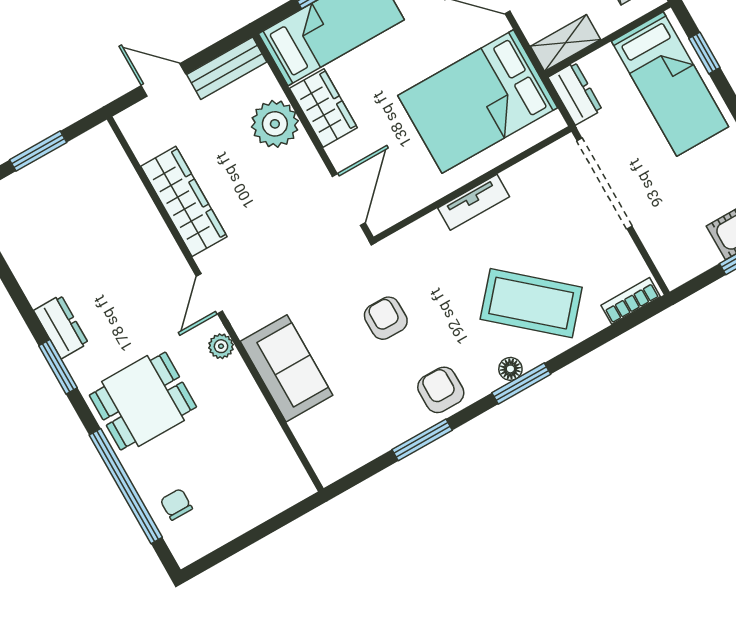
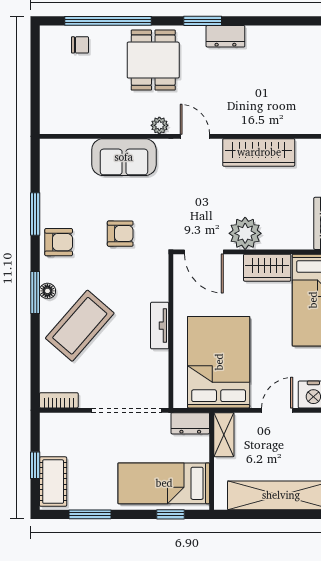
plant: (275, 124) -> (245, 233), moved
bookcase: (631, 301) -> (59, 400), moved, turned -90

